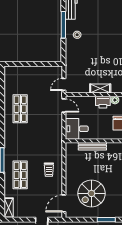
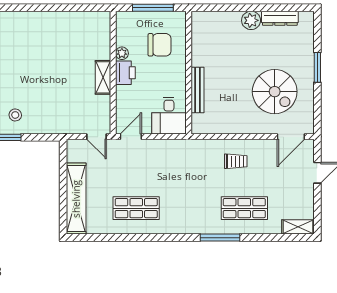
shelving: (26, 72) -> (76, 199), added
door: (64, 203) -> (291, 137), hinge flipped

